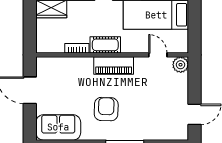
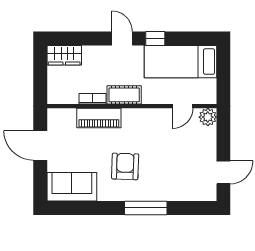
door: (158, 55) -> (183, 106), swing flipped
piano: (114, 66) -> (99, 118), moved

